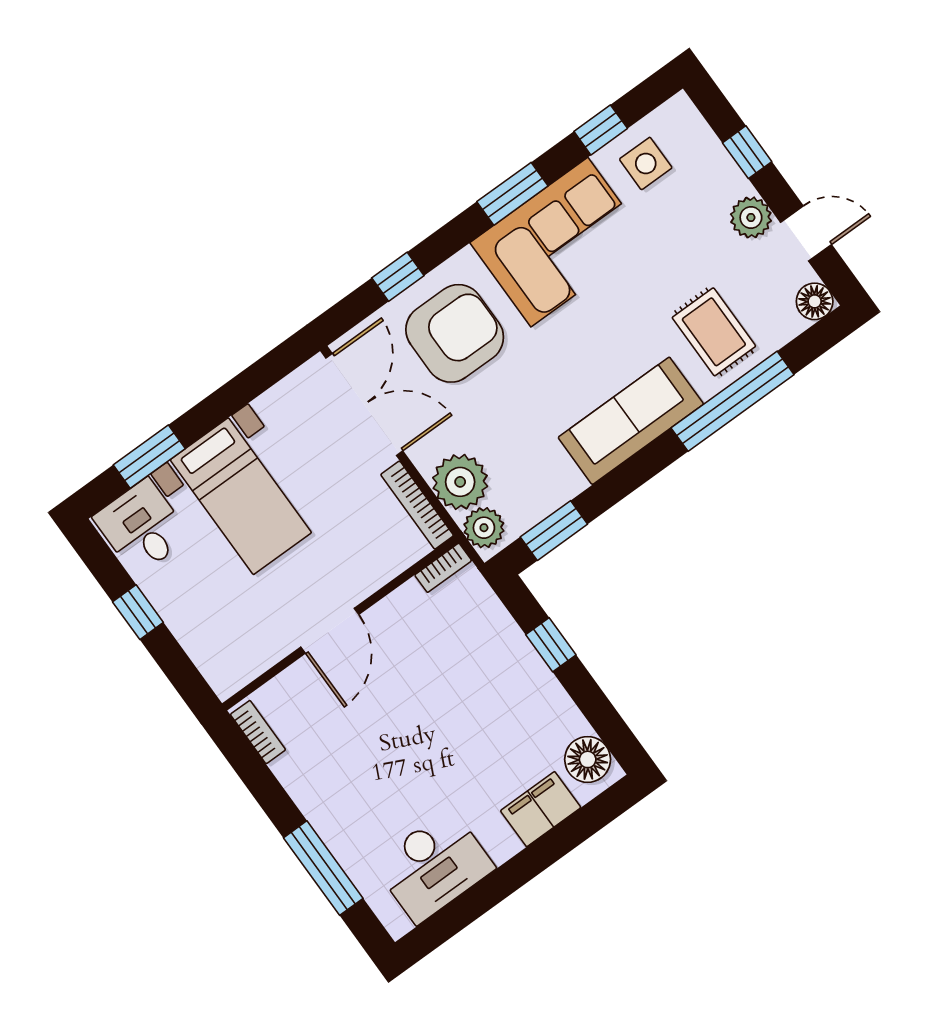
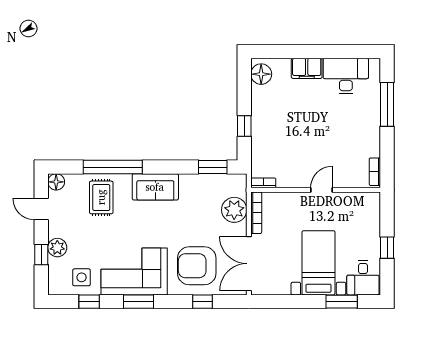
plant: (751, 217) -> (57, 248), moved
sofa: (631, 421) -> (155, 187), width x0.73
plant: (484, 528) -> (238, 187), removed
door: (330, 631) -> (322, 190), width x0.73
filing cabinet: (541, 809) -> (307, 68), moved

